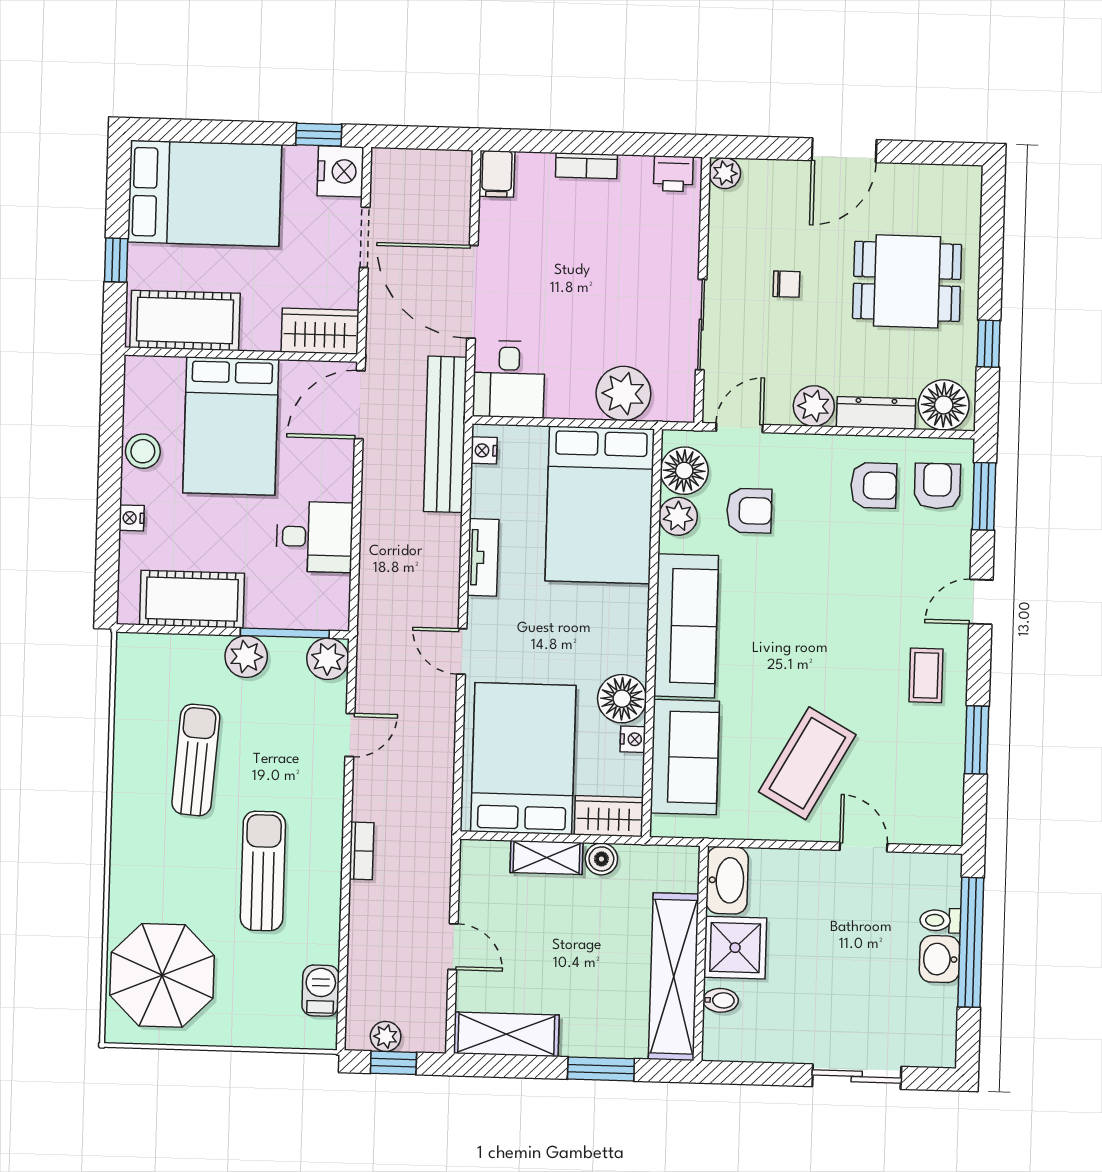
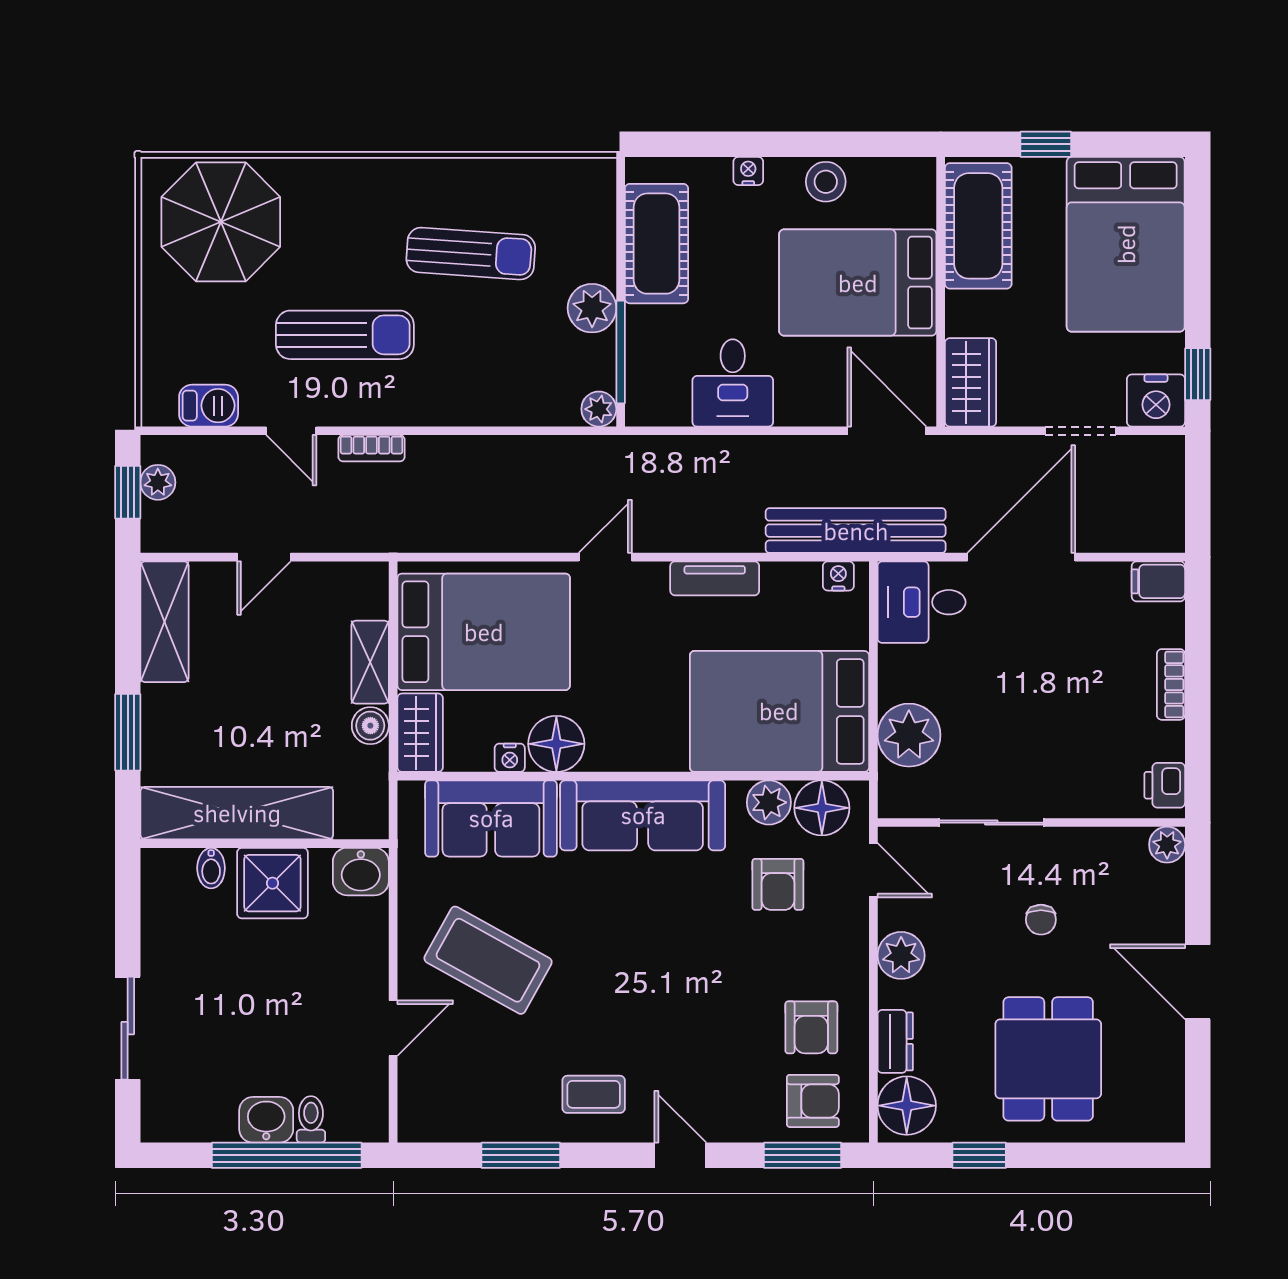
dresser: (876, 413) -> (895, 1041), width x0.70
plant: (328, 659) -> (599, 409), width x0.73, depth x0.73
door: (350, 735) -> (291, 431), moved
washbasin: (727, 880) -> (361, 872), width x0.72

